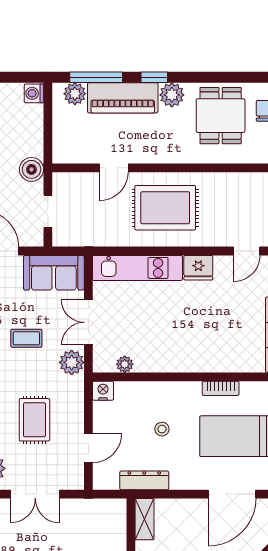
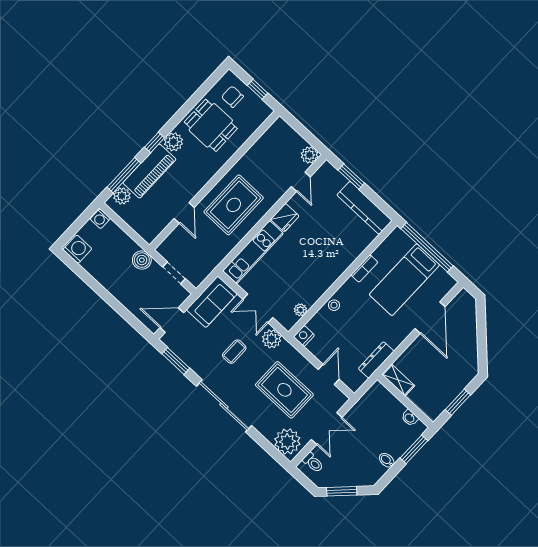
rug: (34, 420) -> (284, 390), width x1.36, depth x1.43
stool: (162, 429) -> (334, 305), moved

